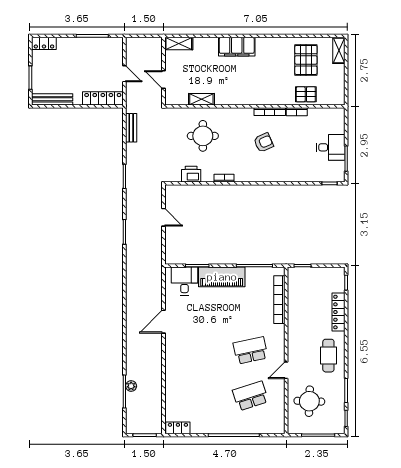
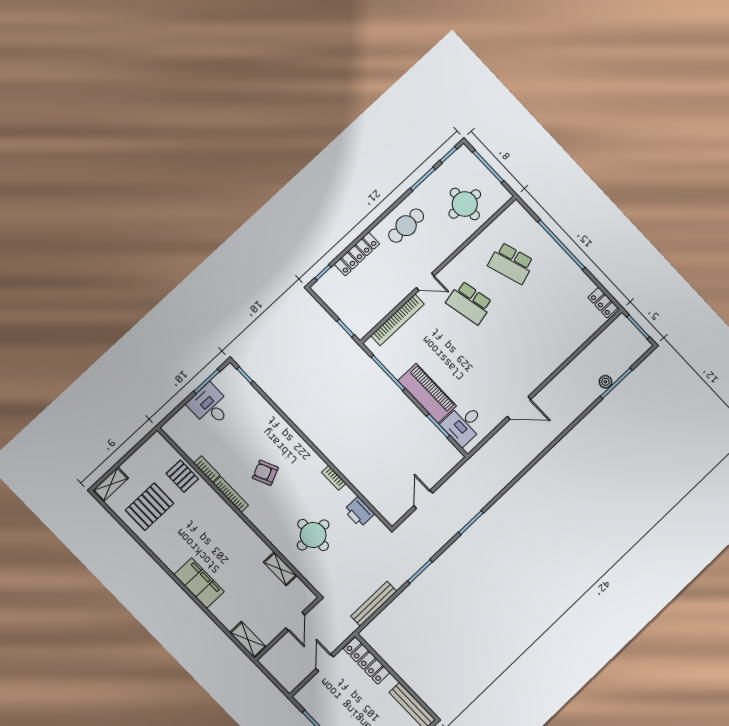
bench: (131, 128) -> (374, 604), width x1.36
door: (286, 370) -> (425, 282), moved

